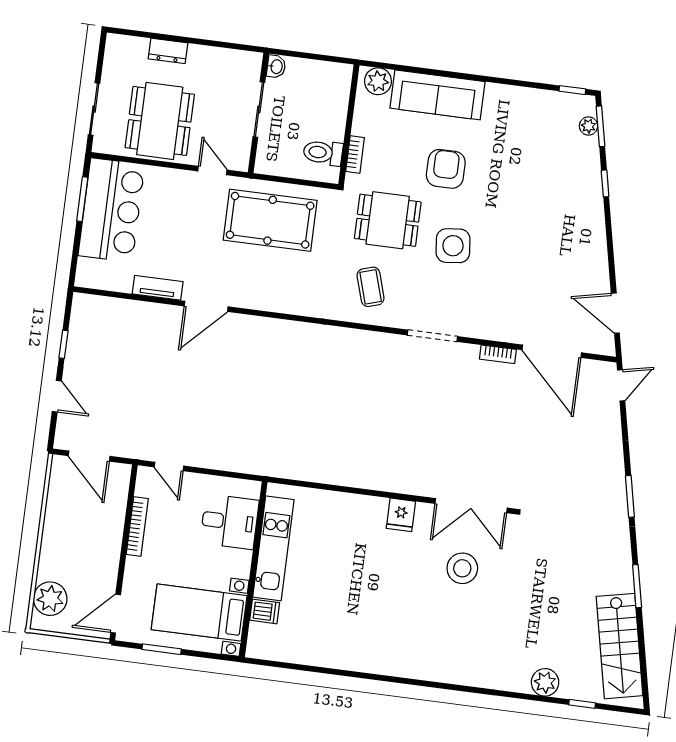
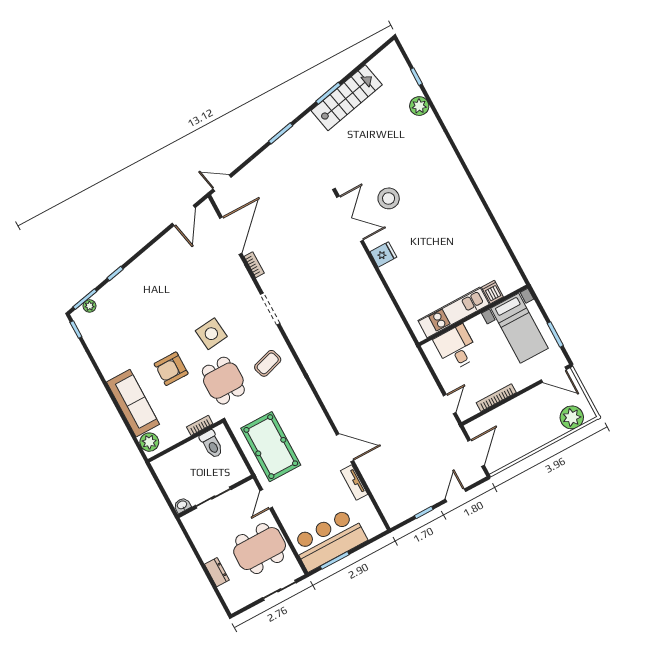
stairs: (620, 646) -> (347, 98), moved

